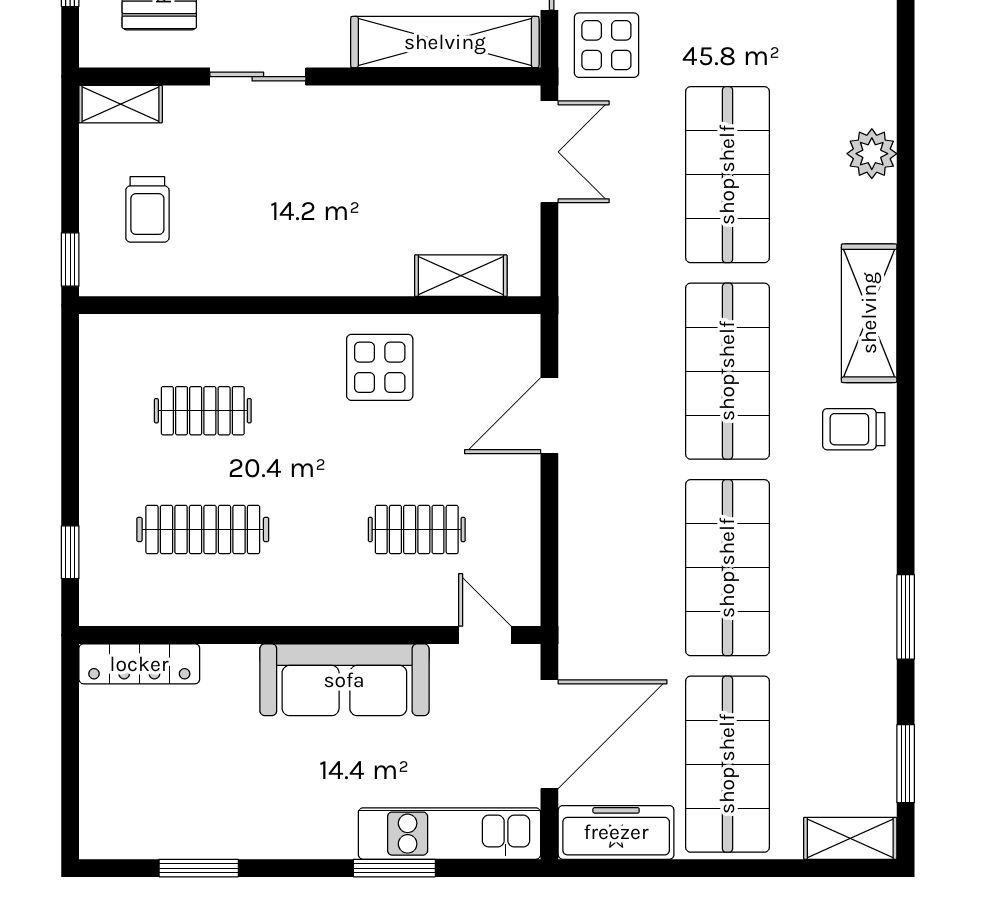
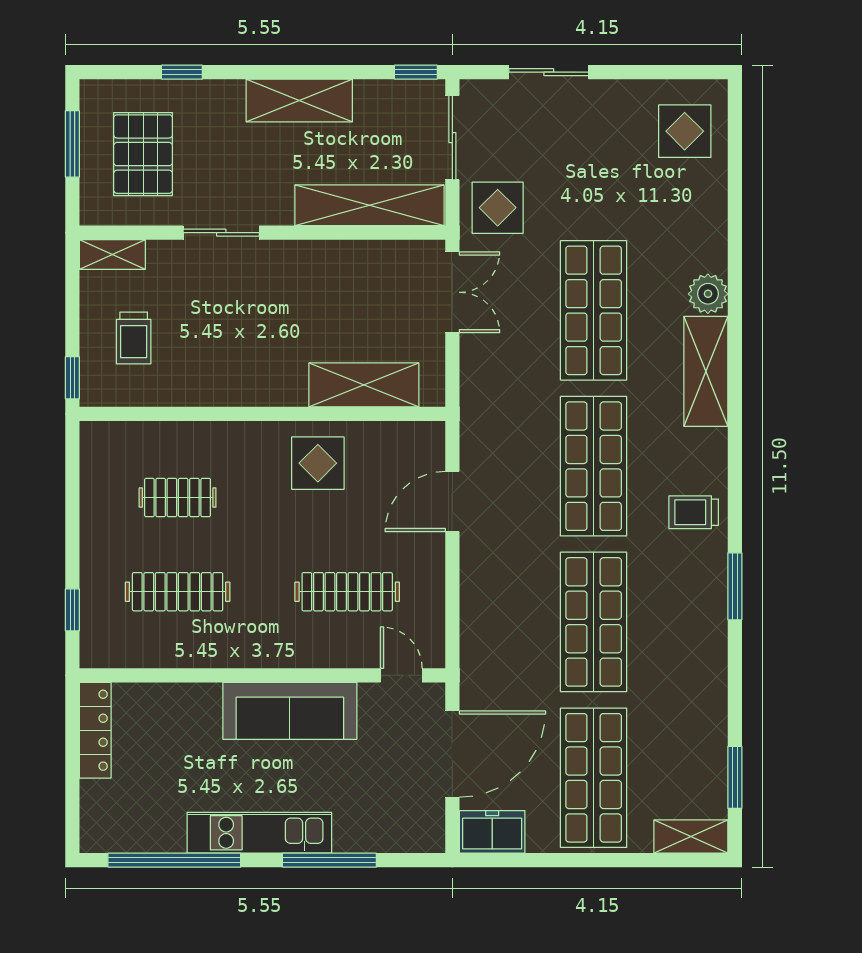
shelving: (461, 276) -> (364, 385), width x1.50, depth x1.33
shelving: (869, 313) -> (706, 371), moved
clothes rail: (417, 529) -> (347, 592), width x1.36
window: (906, 617) -> (735, 586), moved
locker: (139, 664) -> (95, 730), moved, turned -90
freezer: (616, 832) -> (492, 832), width x0.71
kitchen unit: (449, 834) -> (259, 833), moved
window: (199, 868) -> (174, 860), width x2.11
window: (394, 868) -> (329, 860), width x1.44

